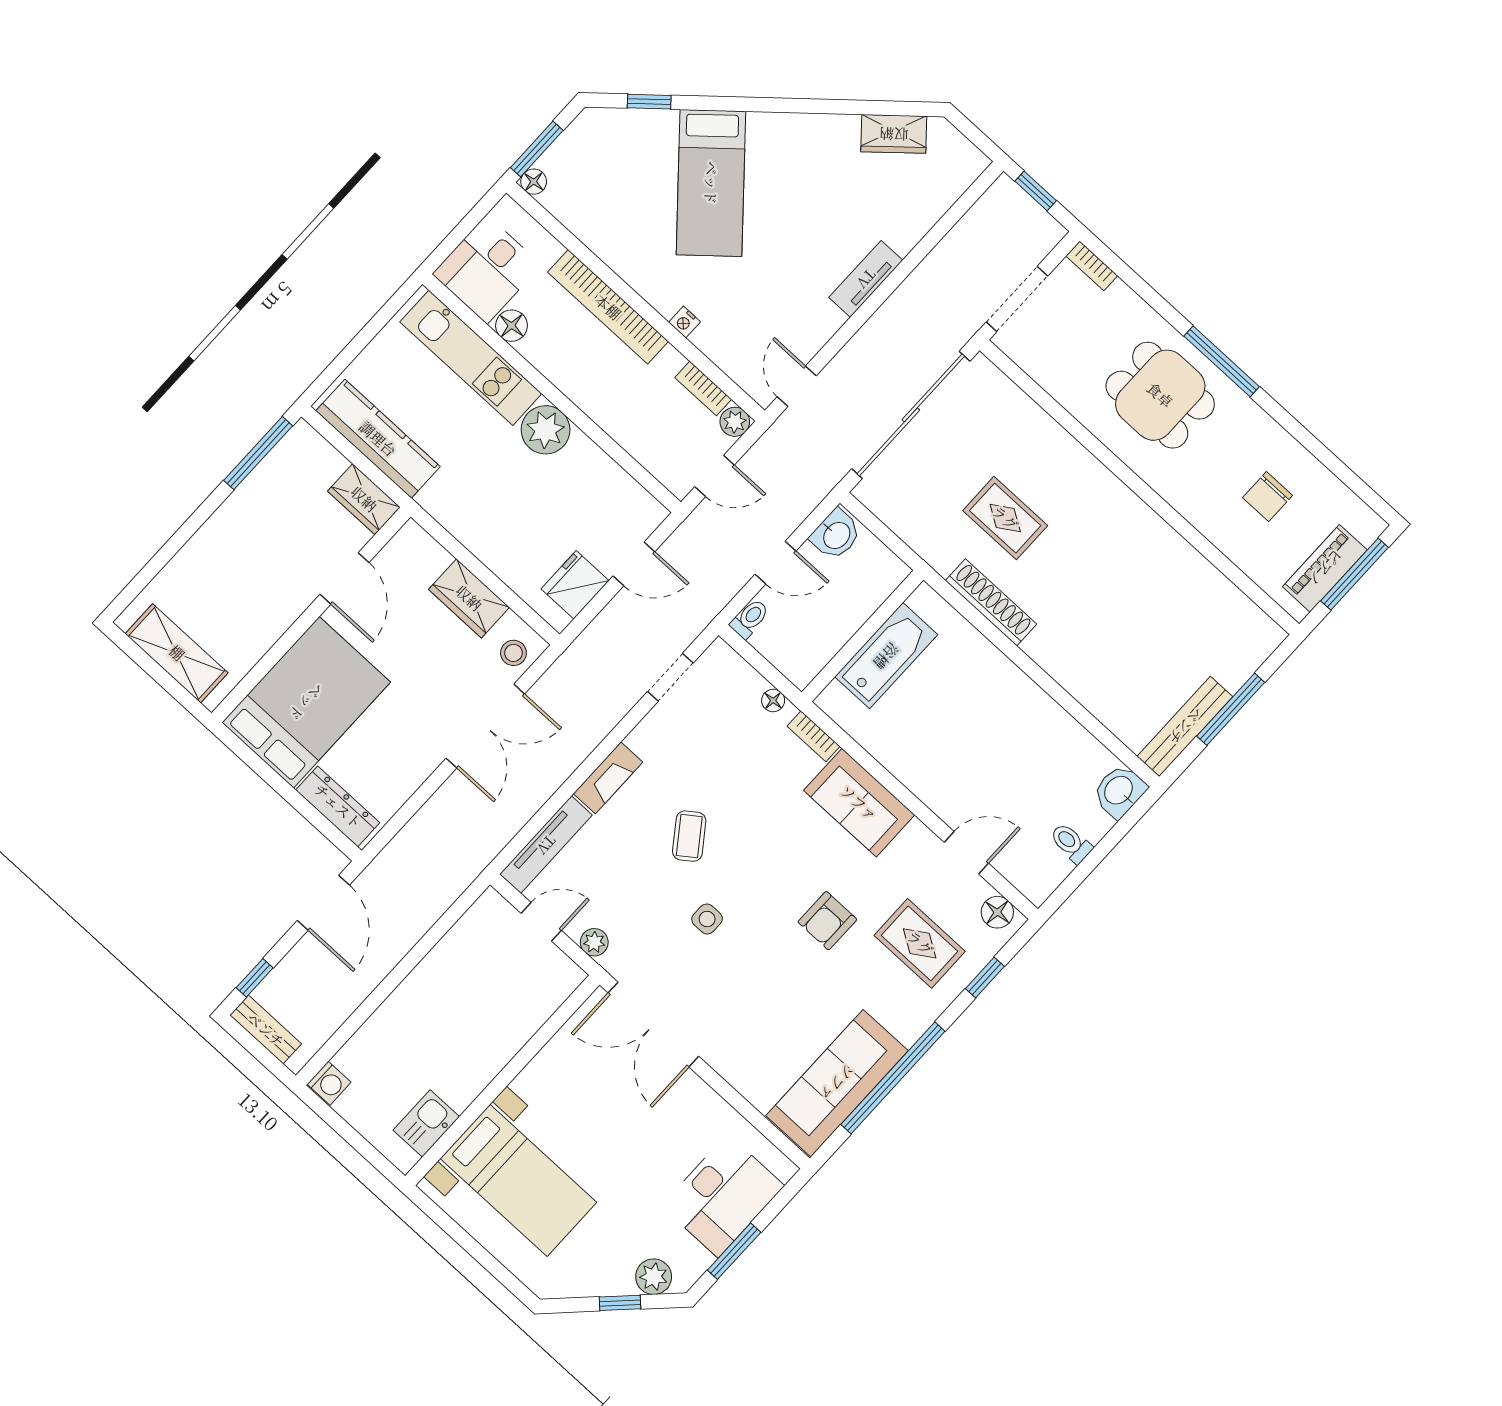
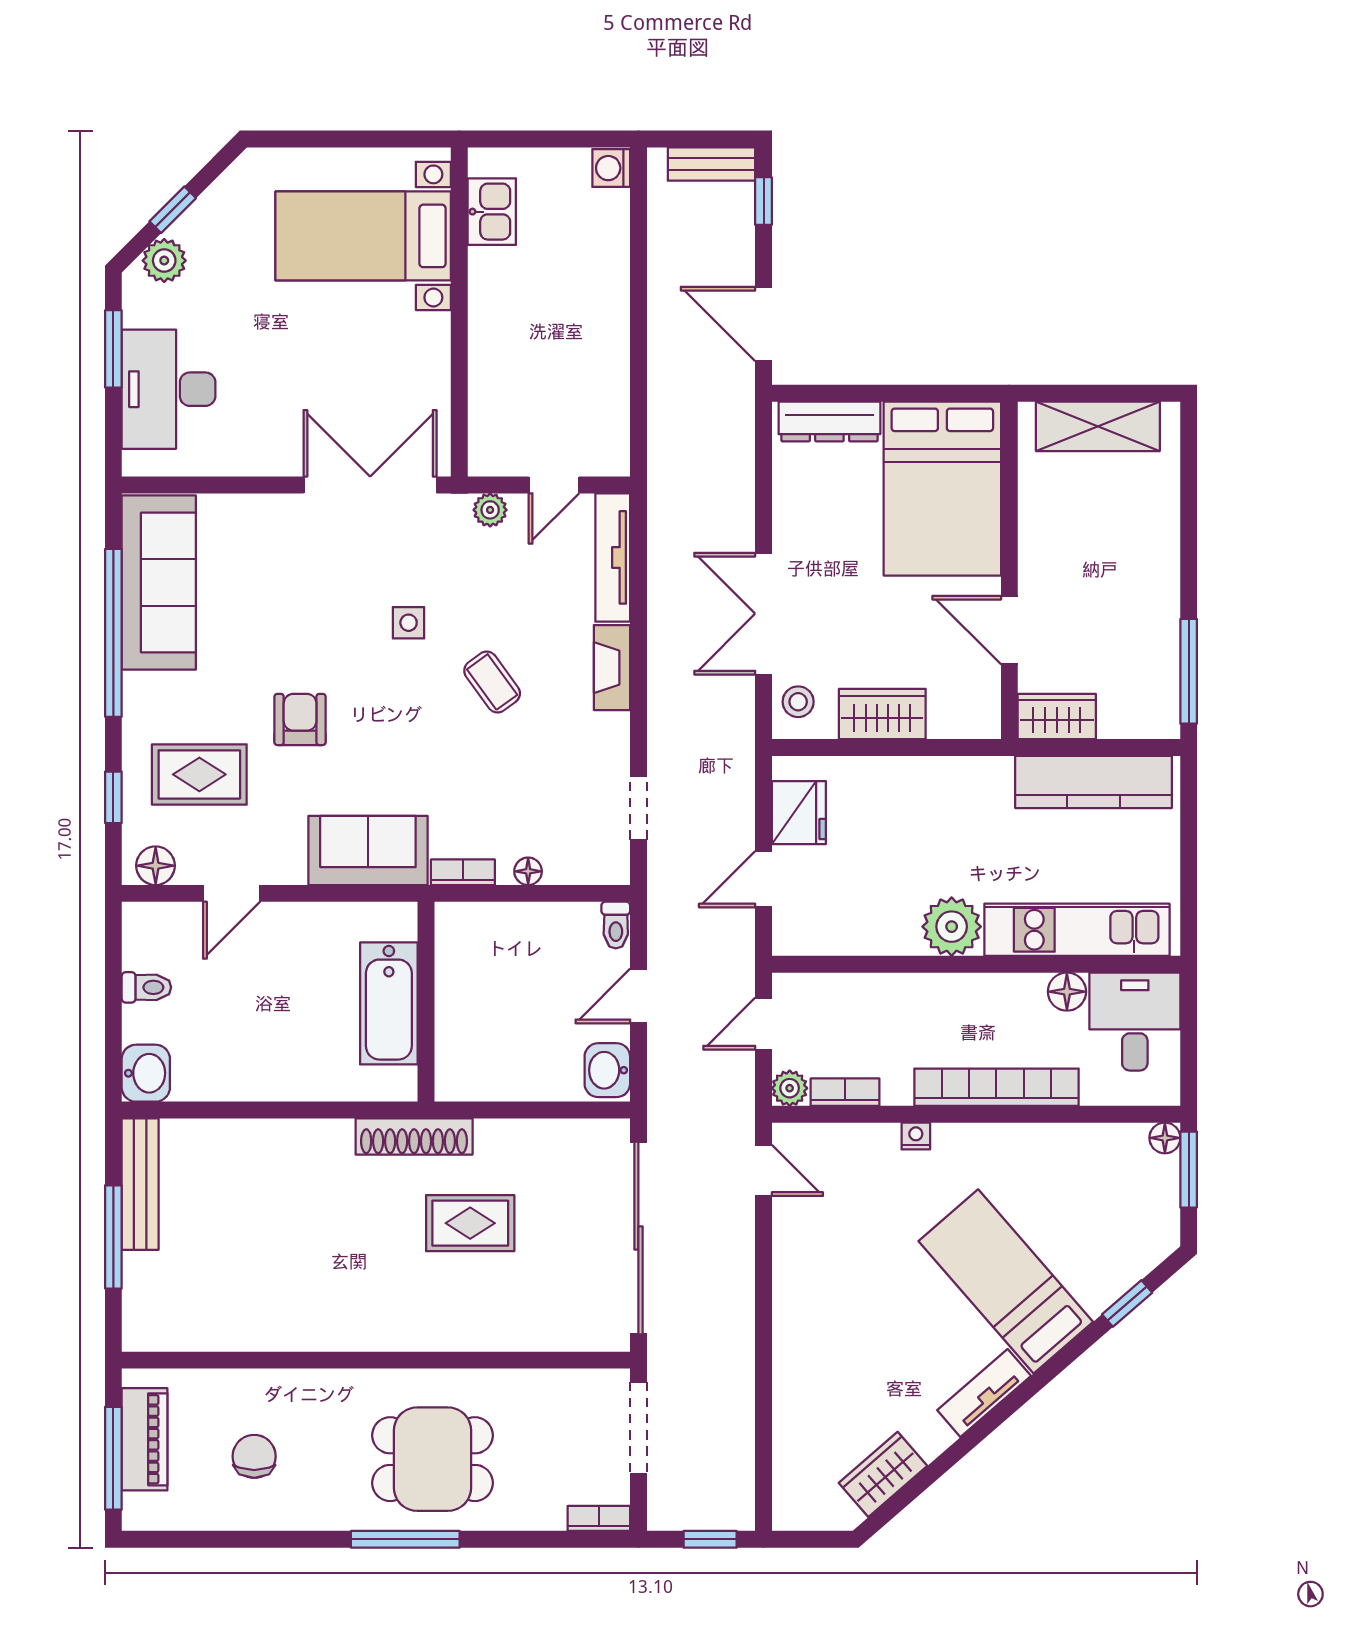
tv unit: (866, 279) -> (984, 1393), moved, turned -131
wall: (863, 636) -> (426, 1002), moved
bathtub: (886, 656) -> (389, 1003), moved

